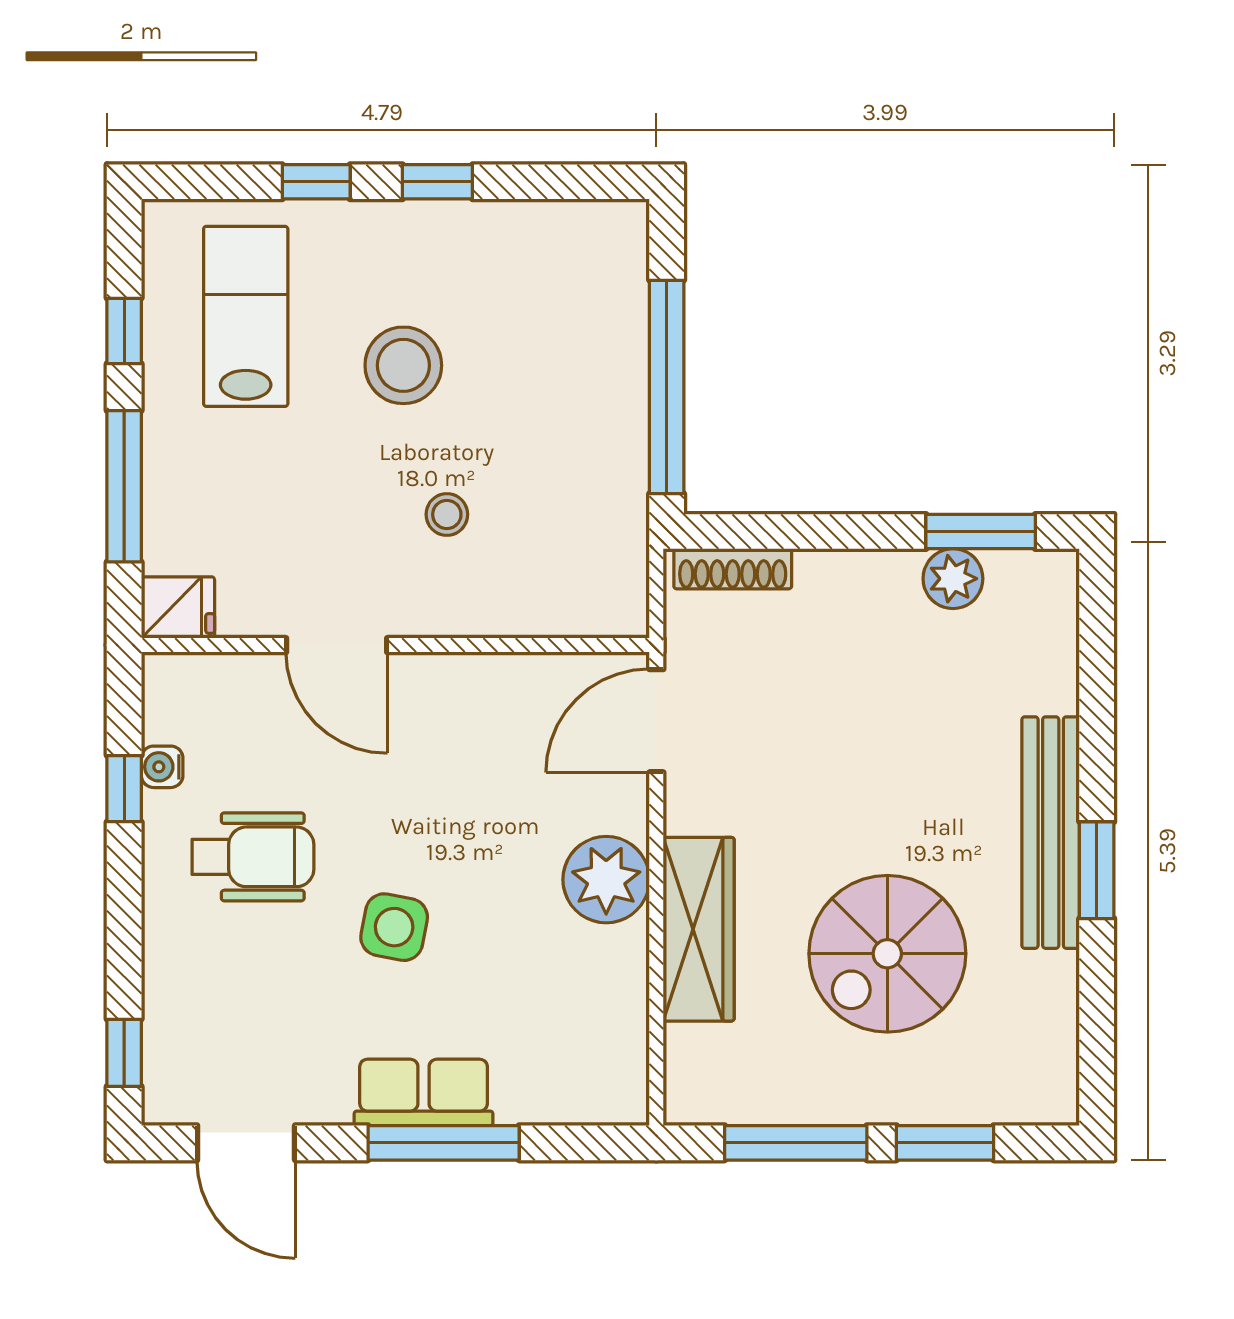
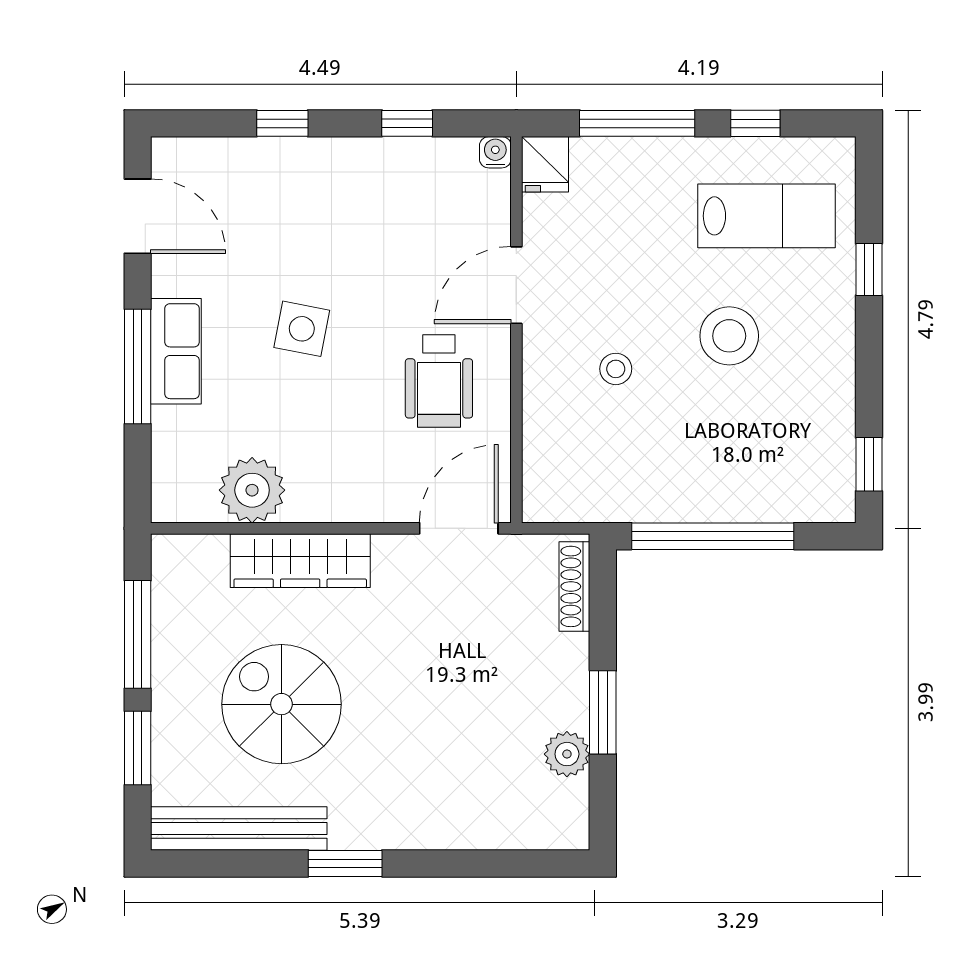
window: (437, 182) -> (869, 464), moved
window: (981, 532) -> (603, 712), moved
door: (656, 721) -> (459, 528), hinge flipped
water cooler: (162, 767) -> (495, 152), moved
bench: (1051, 833) -> (239, 828), moved
wheelchair: (253, 857) -> (439, 381), moved
plant: (606, 880) -> (252, 490), moved
window: (124, 1053) -> (282, 123), moved
door: (246, 1143) -> (138, 216), swing flipped

